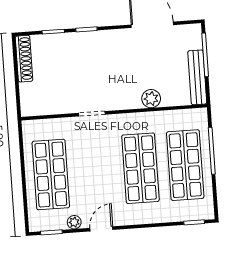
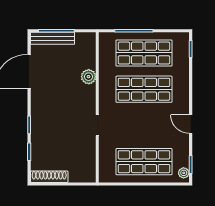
bench: (197, 77) -> (52, 38), moved
plant: (74, 222) -> (184, 173), moved

